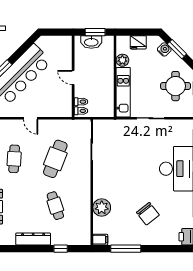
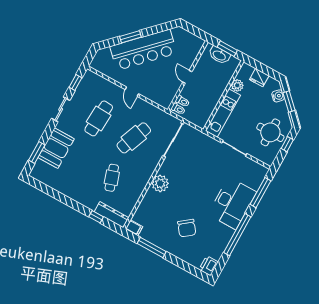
cafe table: (14, 159) -> (99, 118), width x1.37, depth x1.35
plant: (102, 208) -> (160, 183), moved
dresser: (33, 239) -> (112, 215), moved

